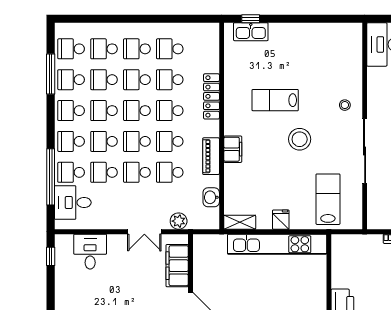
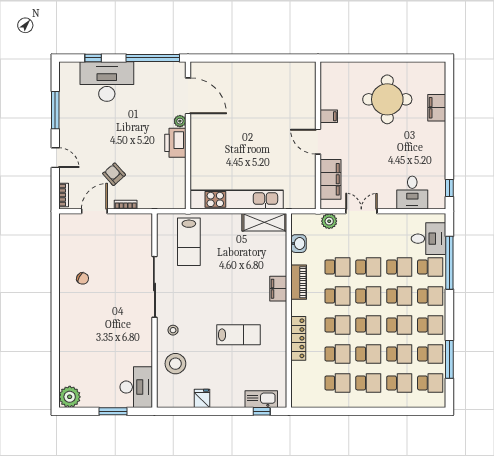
stool: (300, 139) -> (175, 364), moved
fridge: (281, 220) -> (202, 398), moved, turned 180
shelving: (240, 222) -> (264, 222), width x1.50, depth x1.33

